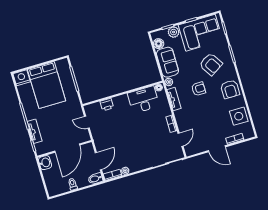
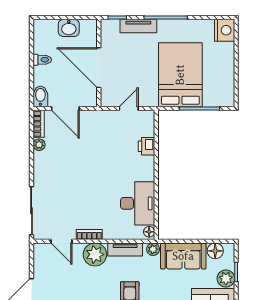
bed: (47, 85) -> (180, 75), moved, turned 90
plant: (182, 117) -> (95, 254), added
washbasin: (45, 163) -> (69, 28), moved

